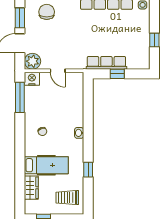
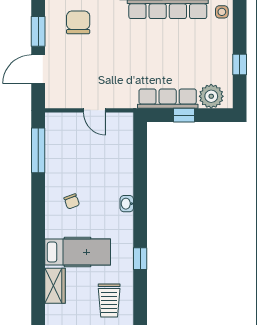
plant: (32, 61) -> (211, 96), moved
nightstand: (32, 79) -> (56, 122), removed
trolley: (67, 198) -> (109, 300), turned -90

